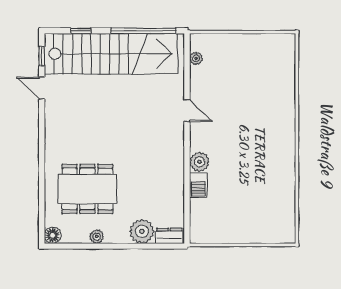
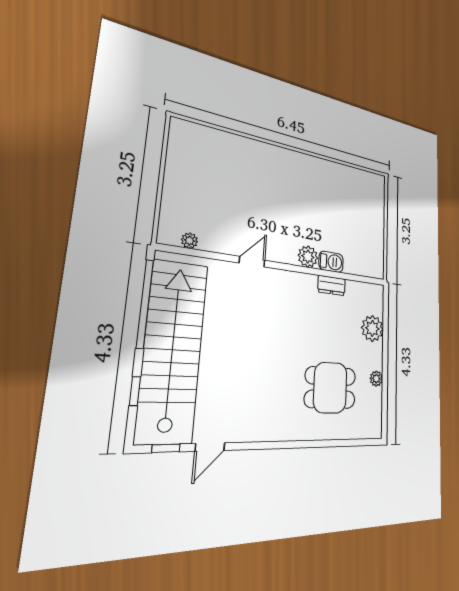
dining table: (87, 189) -> (330, 388), width x0.73
floor lamp: (53, 235) -> (374, 429), removed
dresser: (169, 236) -> (332, 285), moved, turned -90

